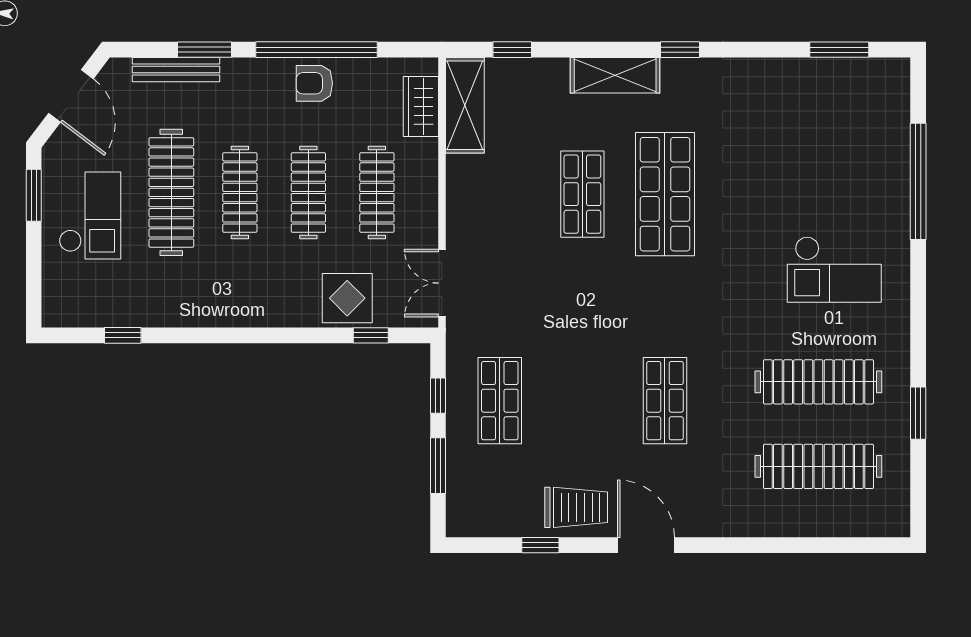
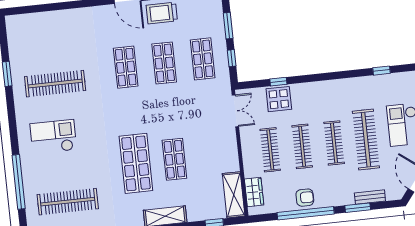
bench: (176, 70) -> (370, 197), width x0.73
window: (371, 335) -> (278, 82), moved
shop shelf: (582, 401) -> (164, 63), added
clothes rail: (818, 466) -> (68, 202), moved

